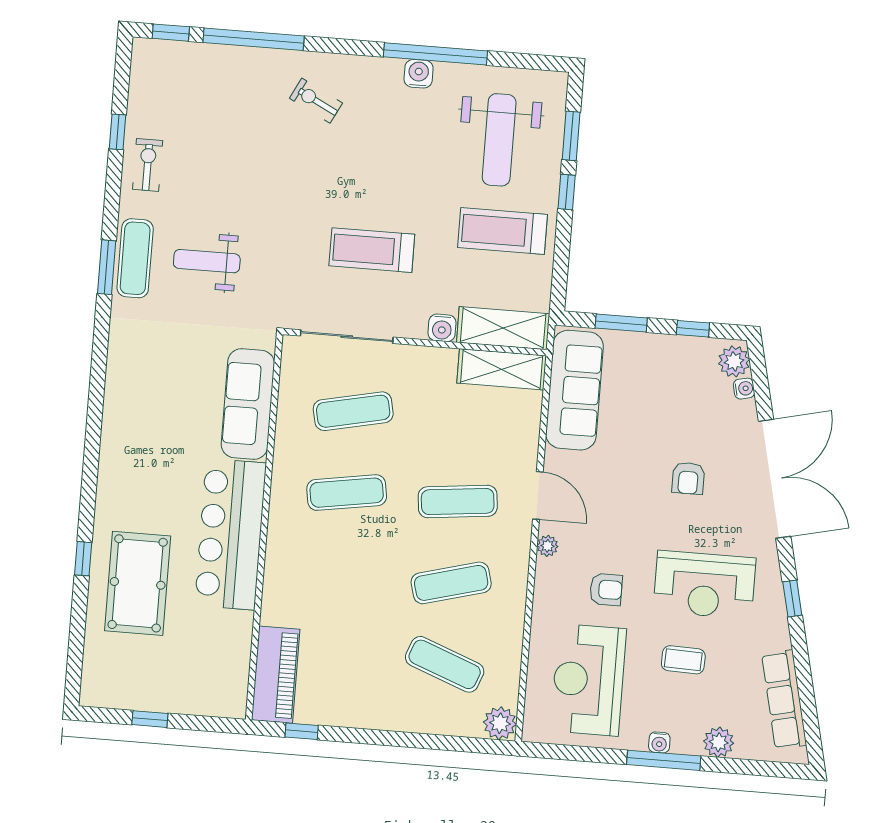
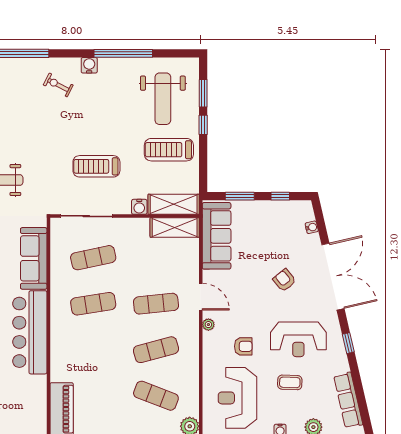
water cooler: (419, 74) -> (89, 65), moved
plant: (734, 361) -> (305, 213), removed
armchair: (688, 478) -> (284, 280), turned 141

